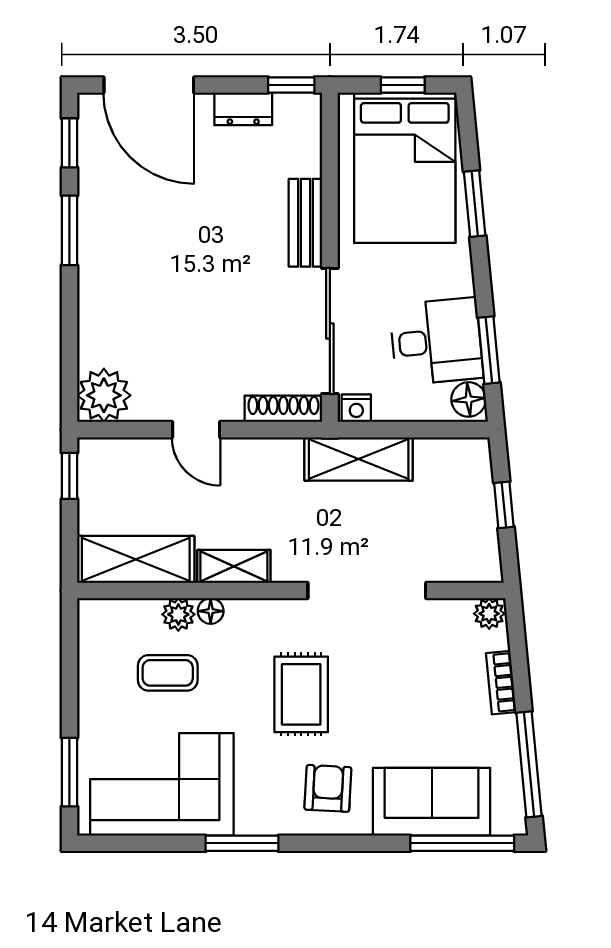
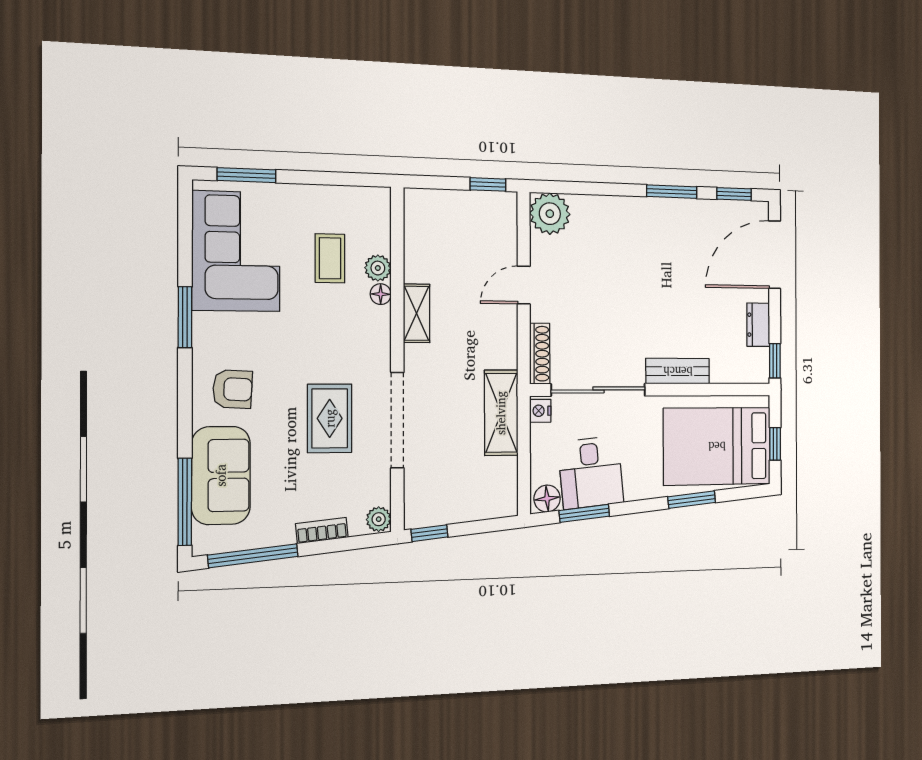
window: (504, 505) -> (429, 533), moved
shelving: (136, 559) -> (422, 235), removed
rug: (301, 694) -> (330, 418), moved, turned 90

